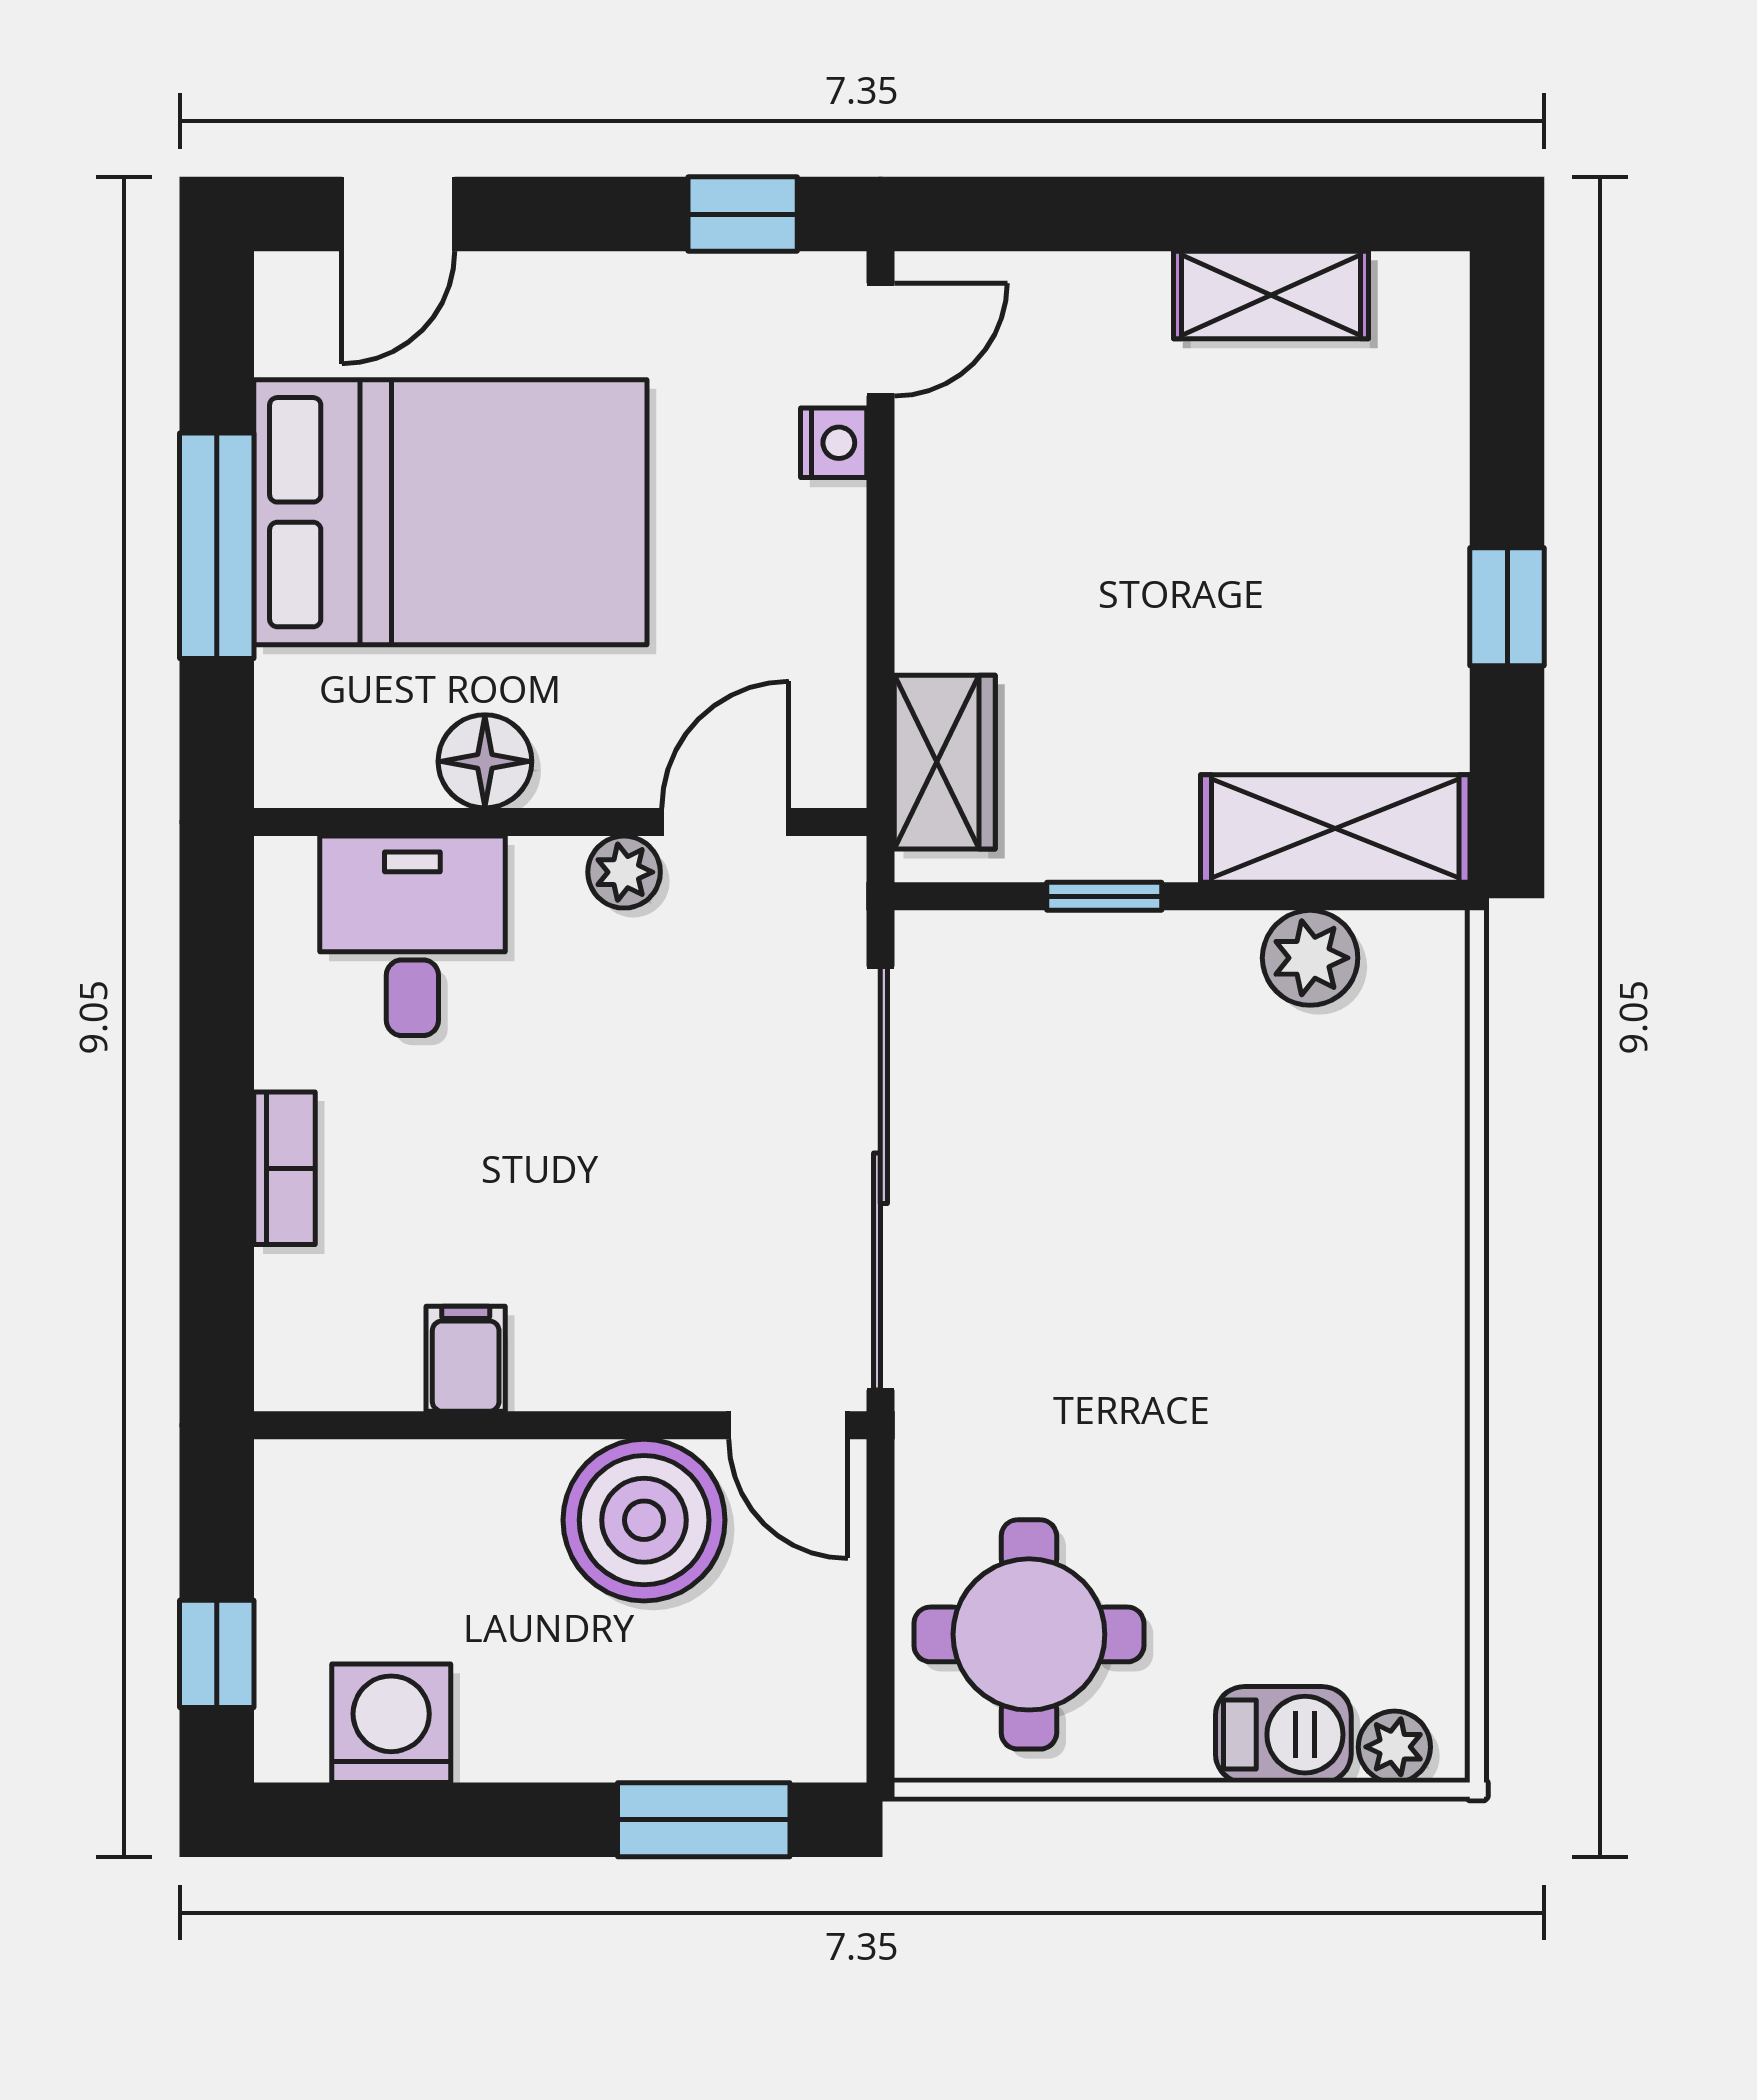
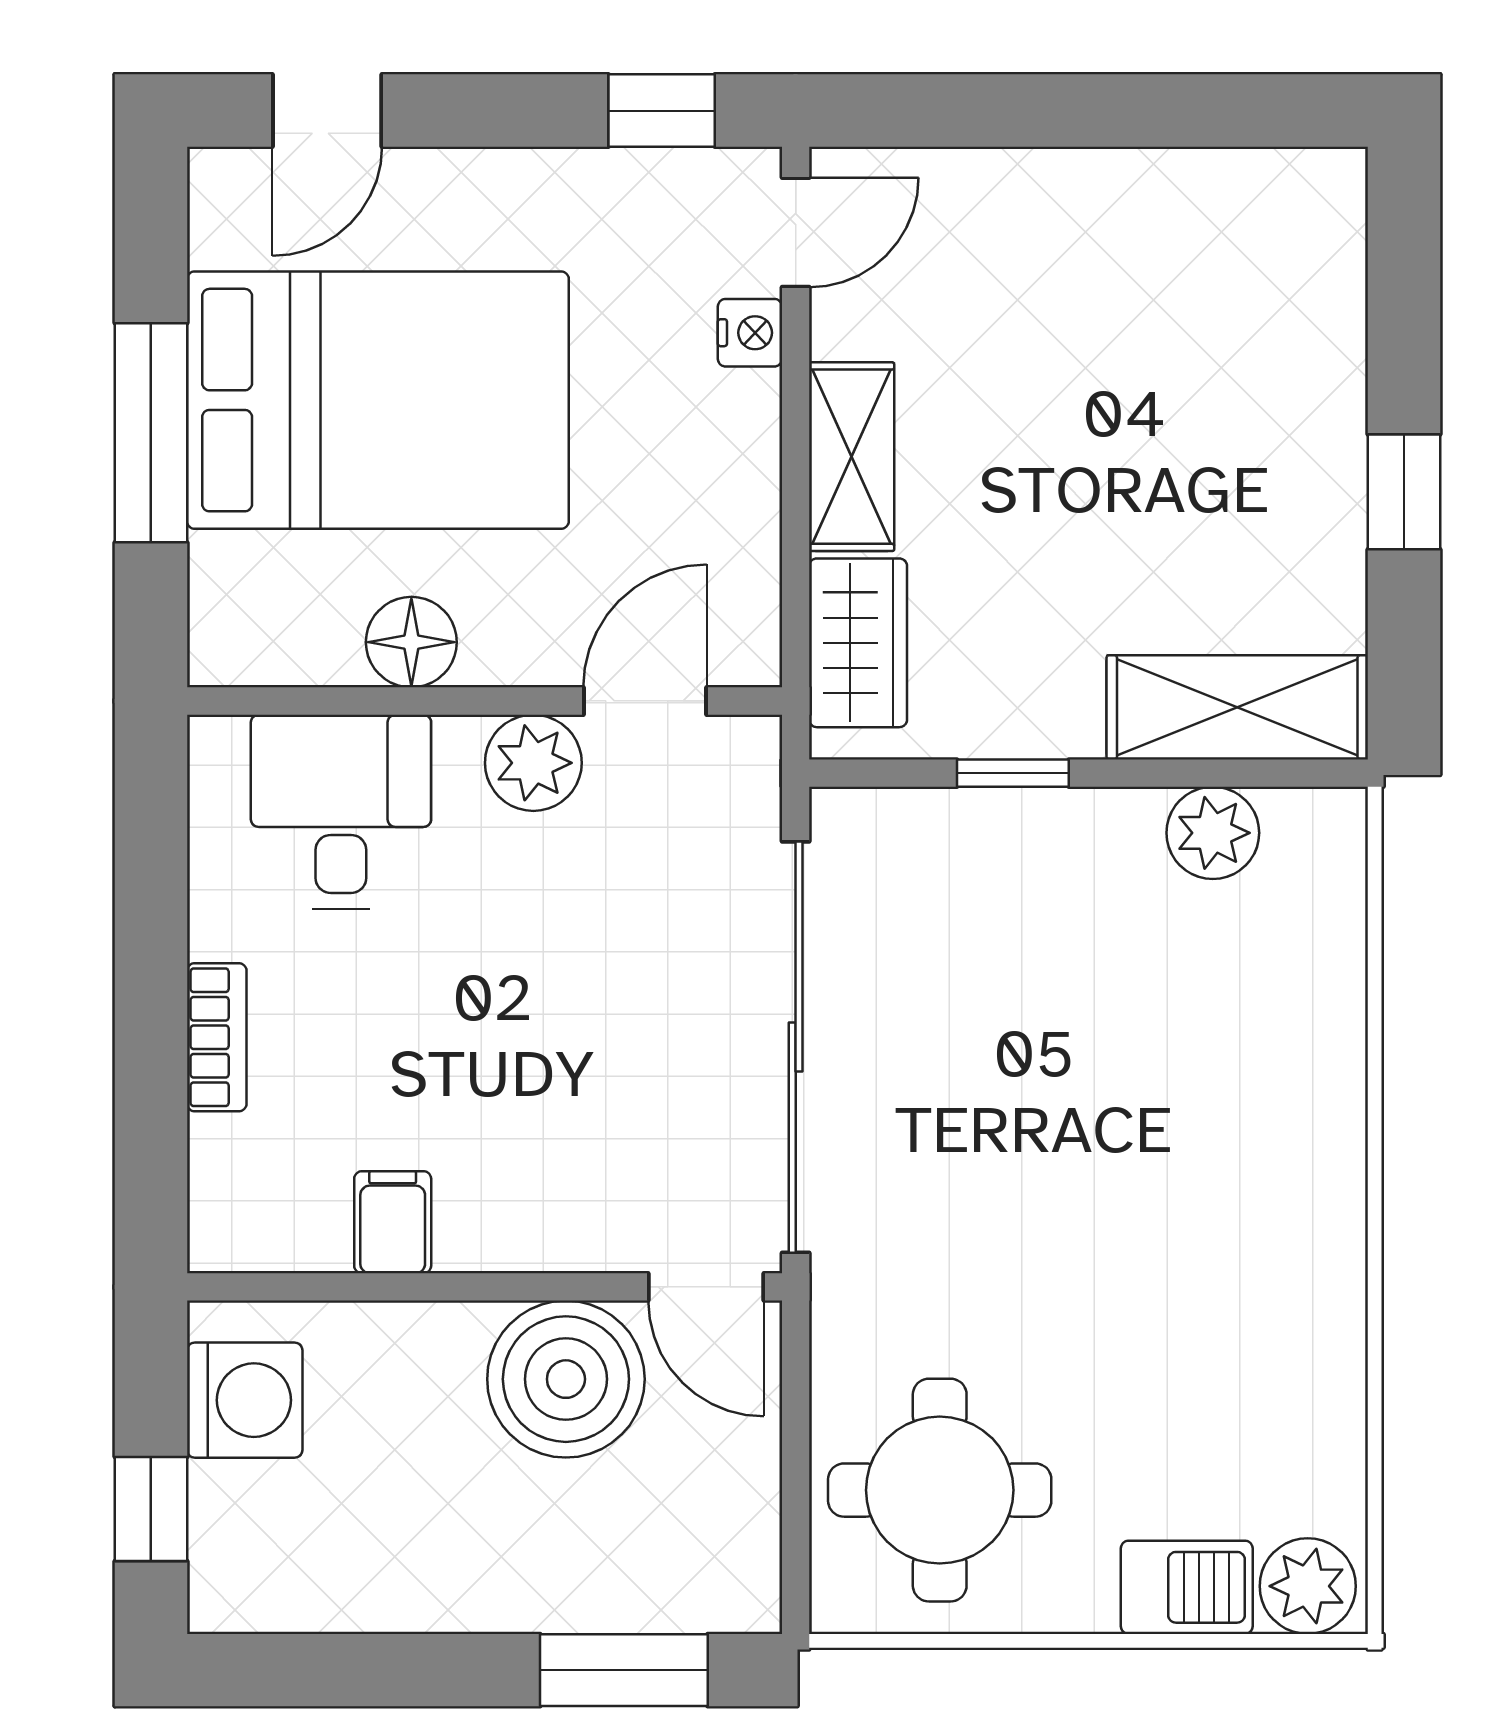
shelving: (1271, 295) -> (852, 457), moved, turned 90
plant: (624, 872) -> (533, 763), width x1.38, depth x1.38
washing machine: (391, 1723) -> (245, 1400), moved, turned 90
plant: (1394, 1747) -> (1308, 1586), width x1.38, depth x1.38

